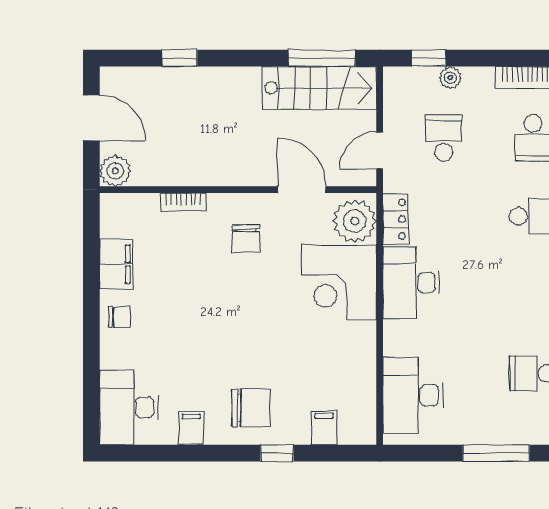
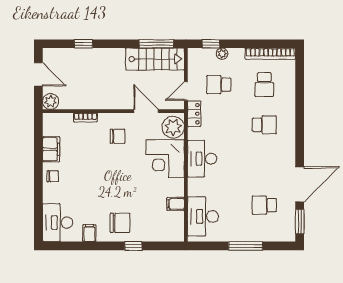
school desk: (444, 138) -> (219, 85), turned -90
locker: (396, 219) -> (194, 114), moved
chair: (246, 239) -> (118, 136), turned -90
filing cabinet: (324, 428) -> (176, 204), moved, turned -90

